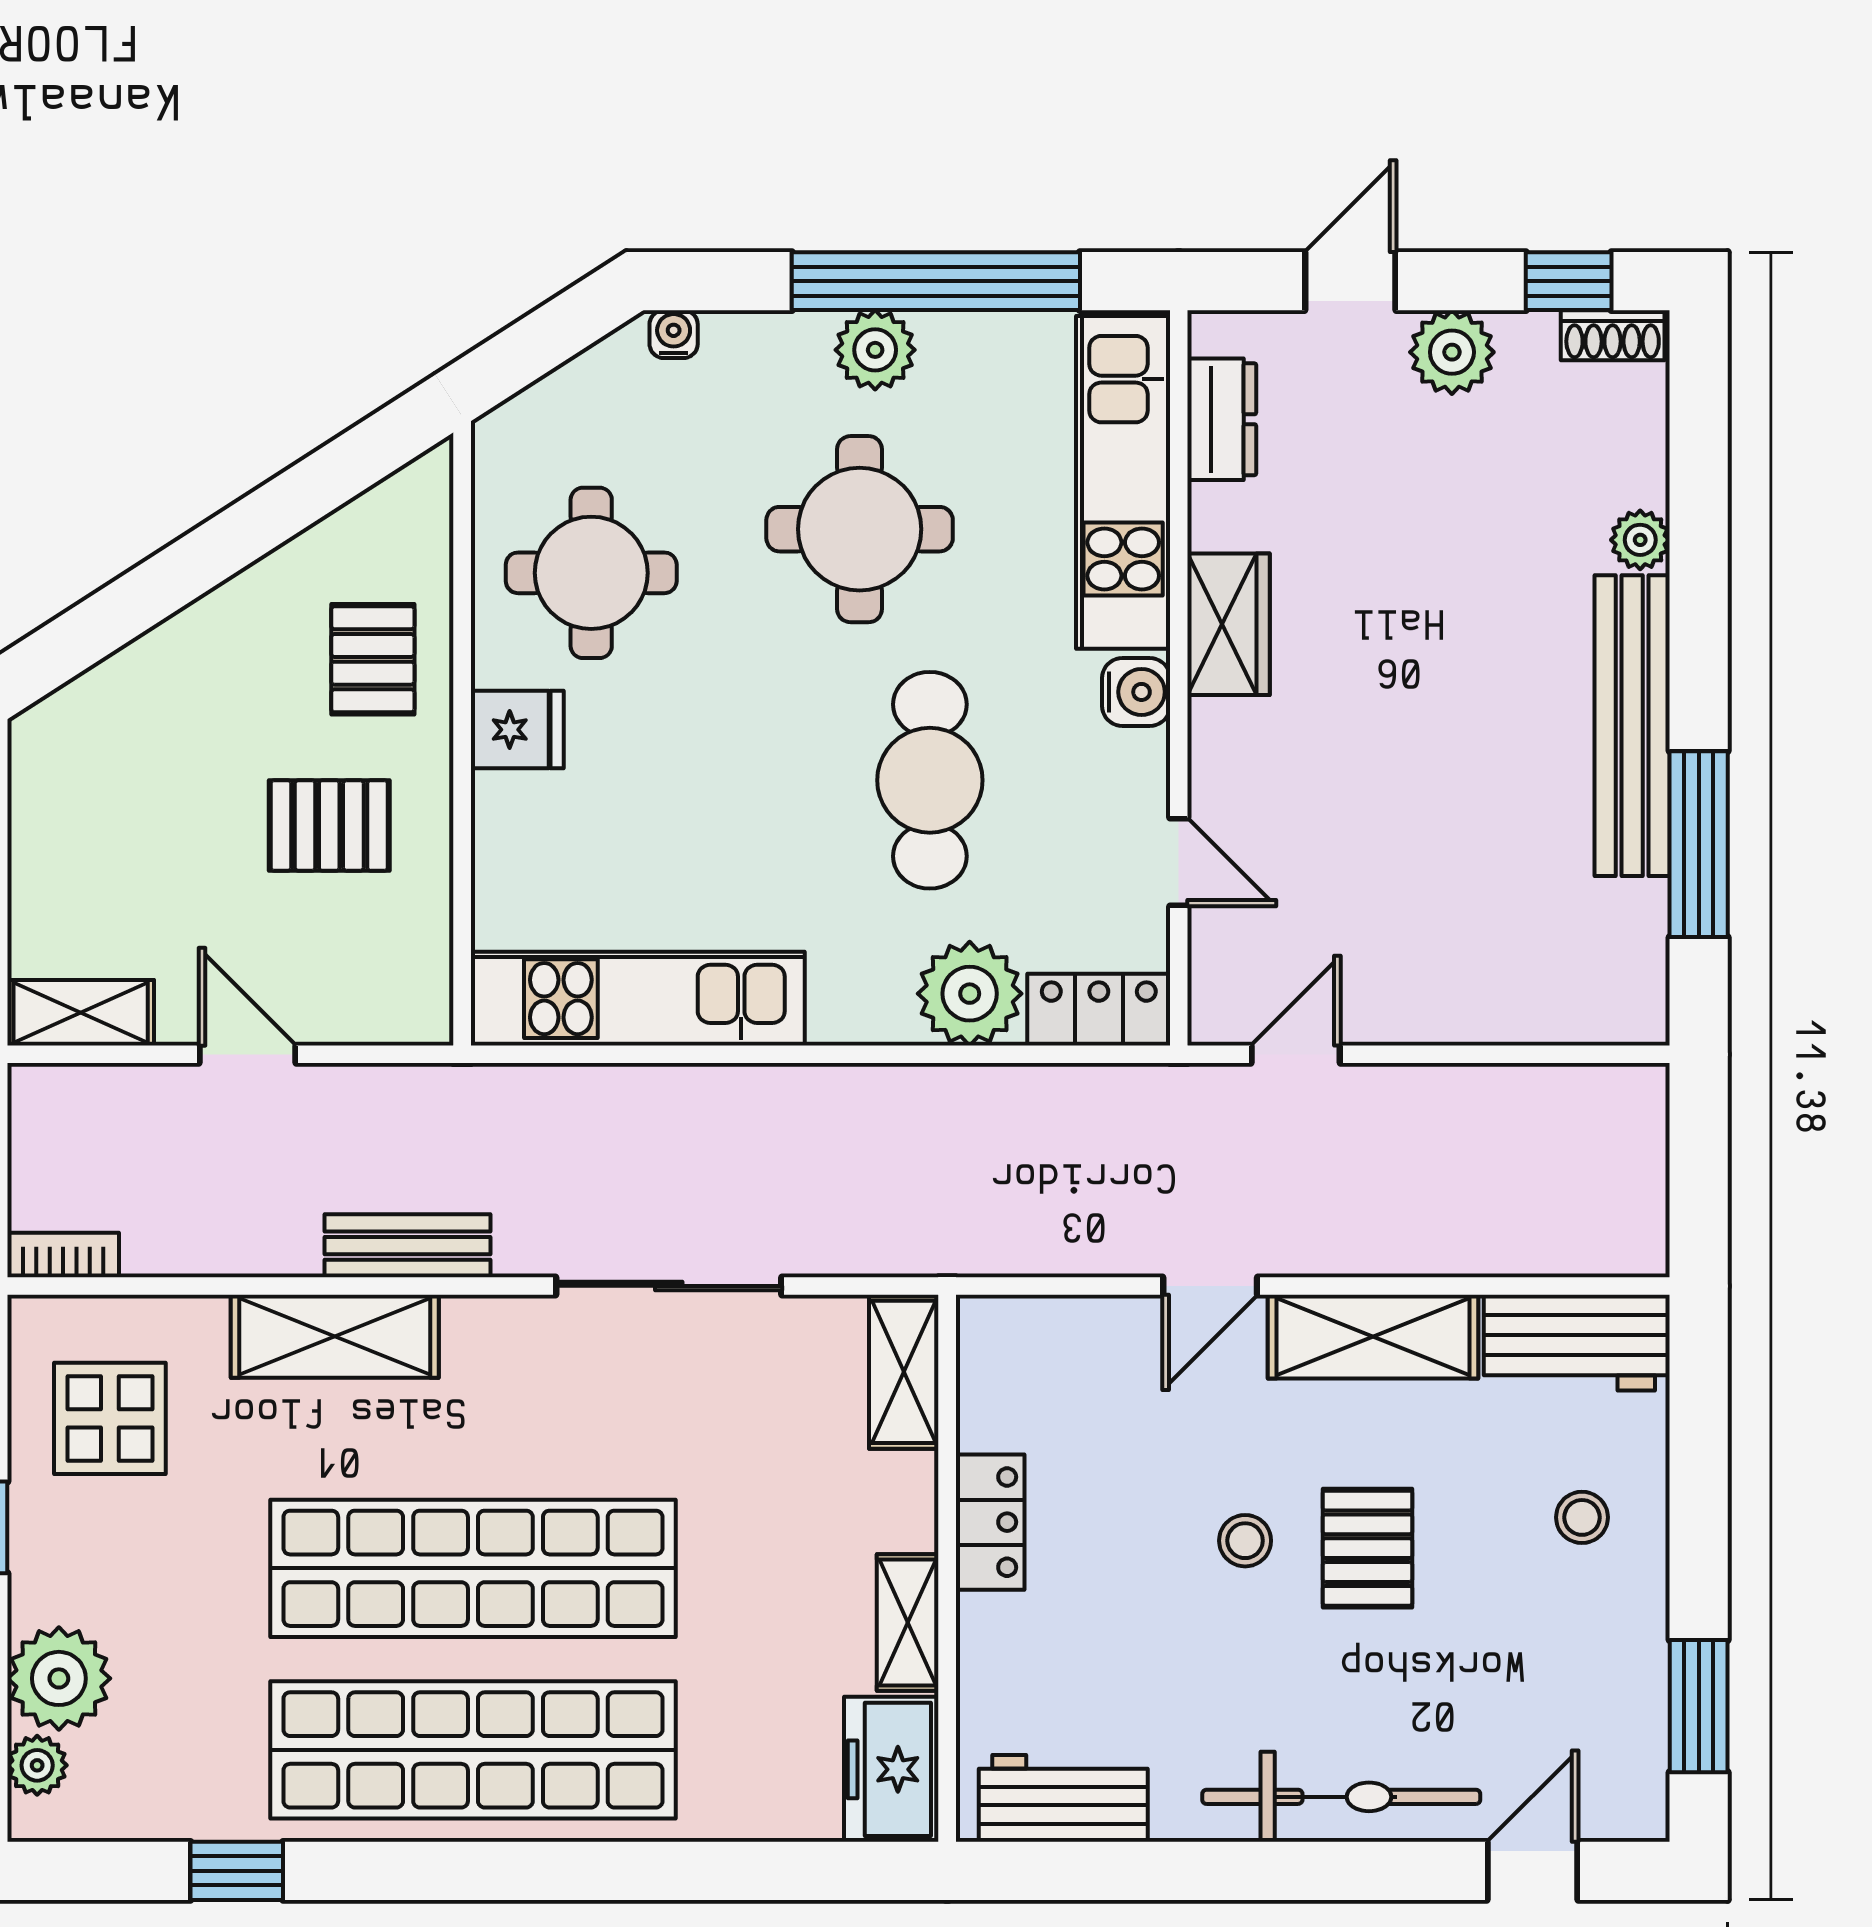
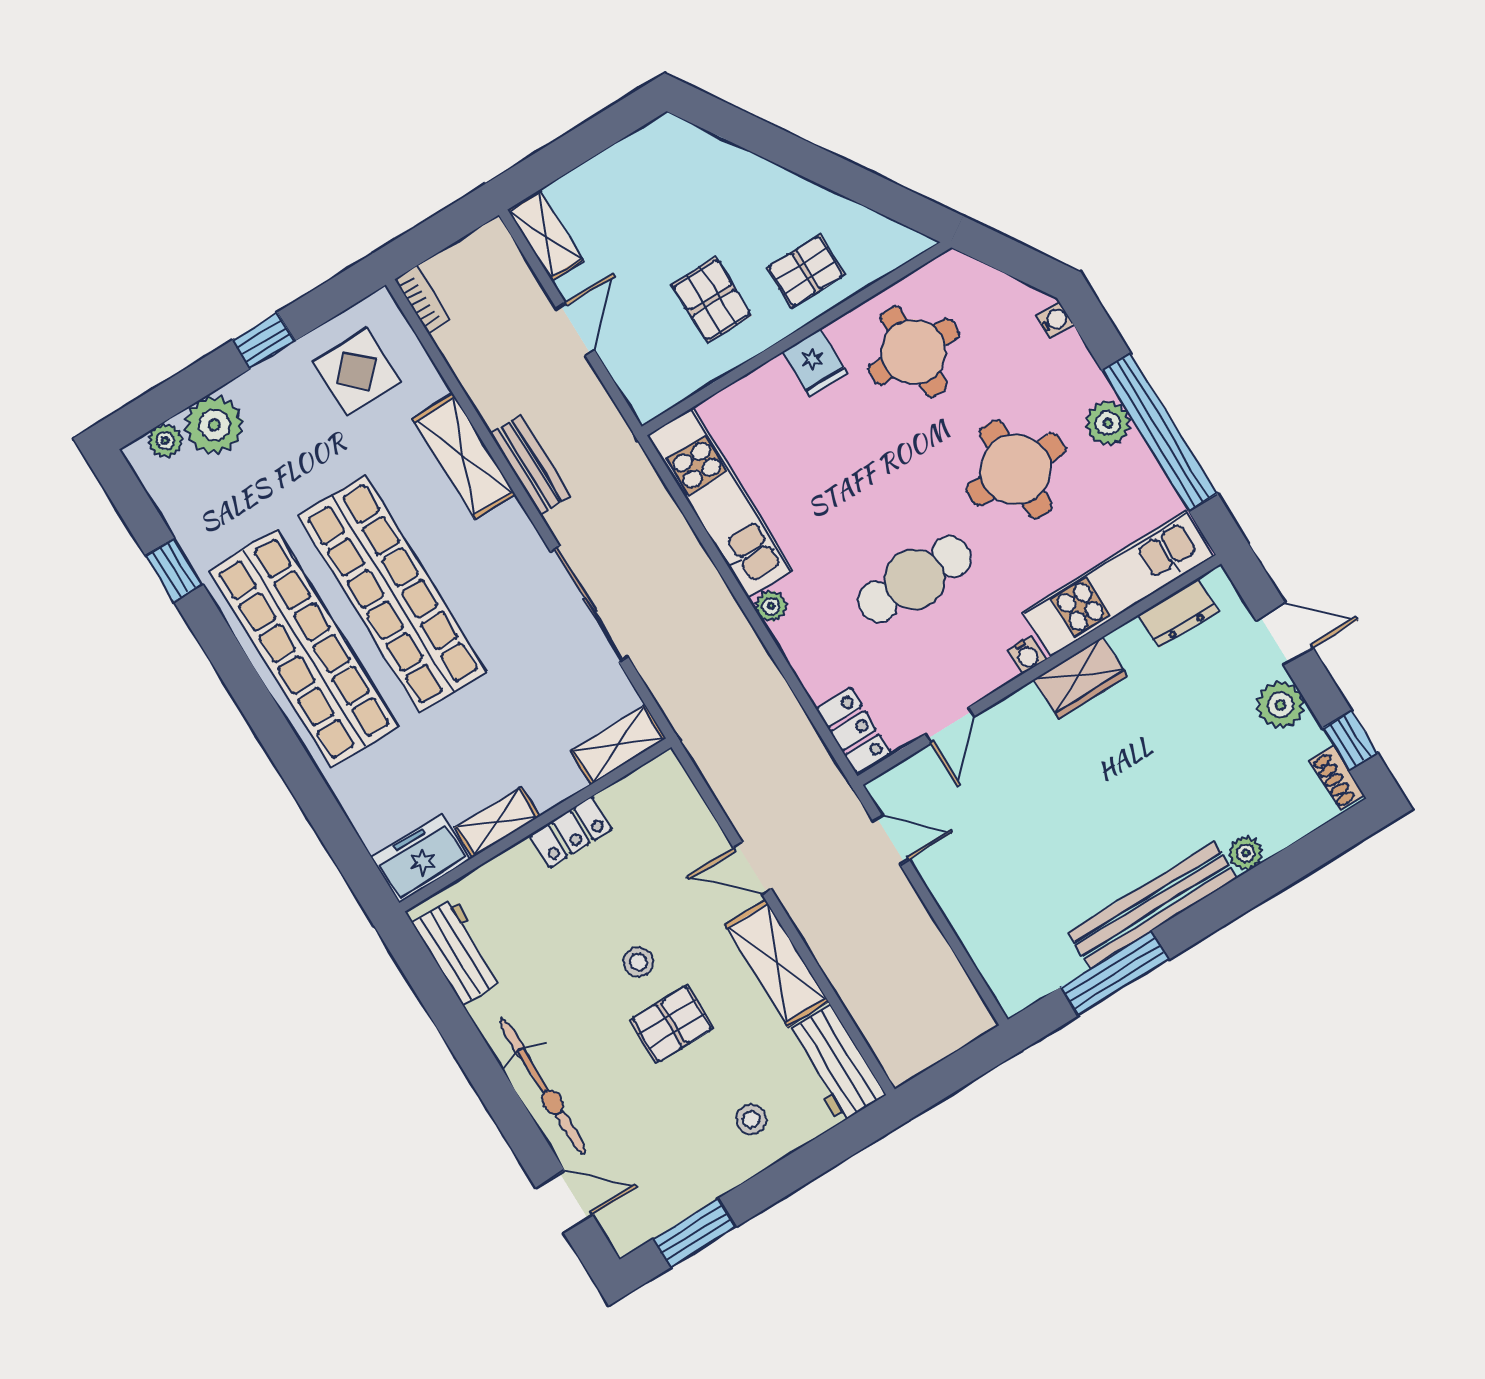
water cooler: (1136, 692) -> (1027, 655), width x0.72, depth x0.72
plant: (970, 994) -> (771, 606), moved, width x0.53, depth x0.53

